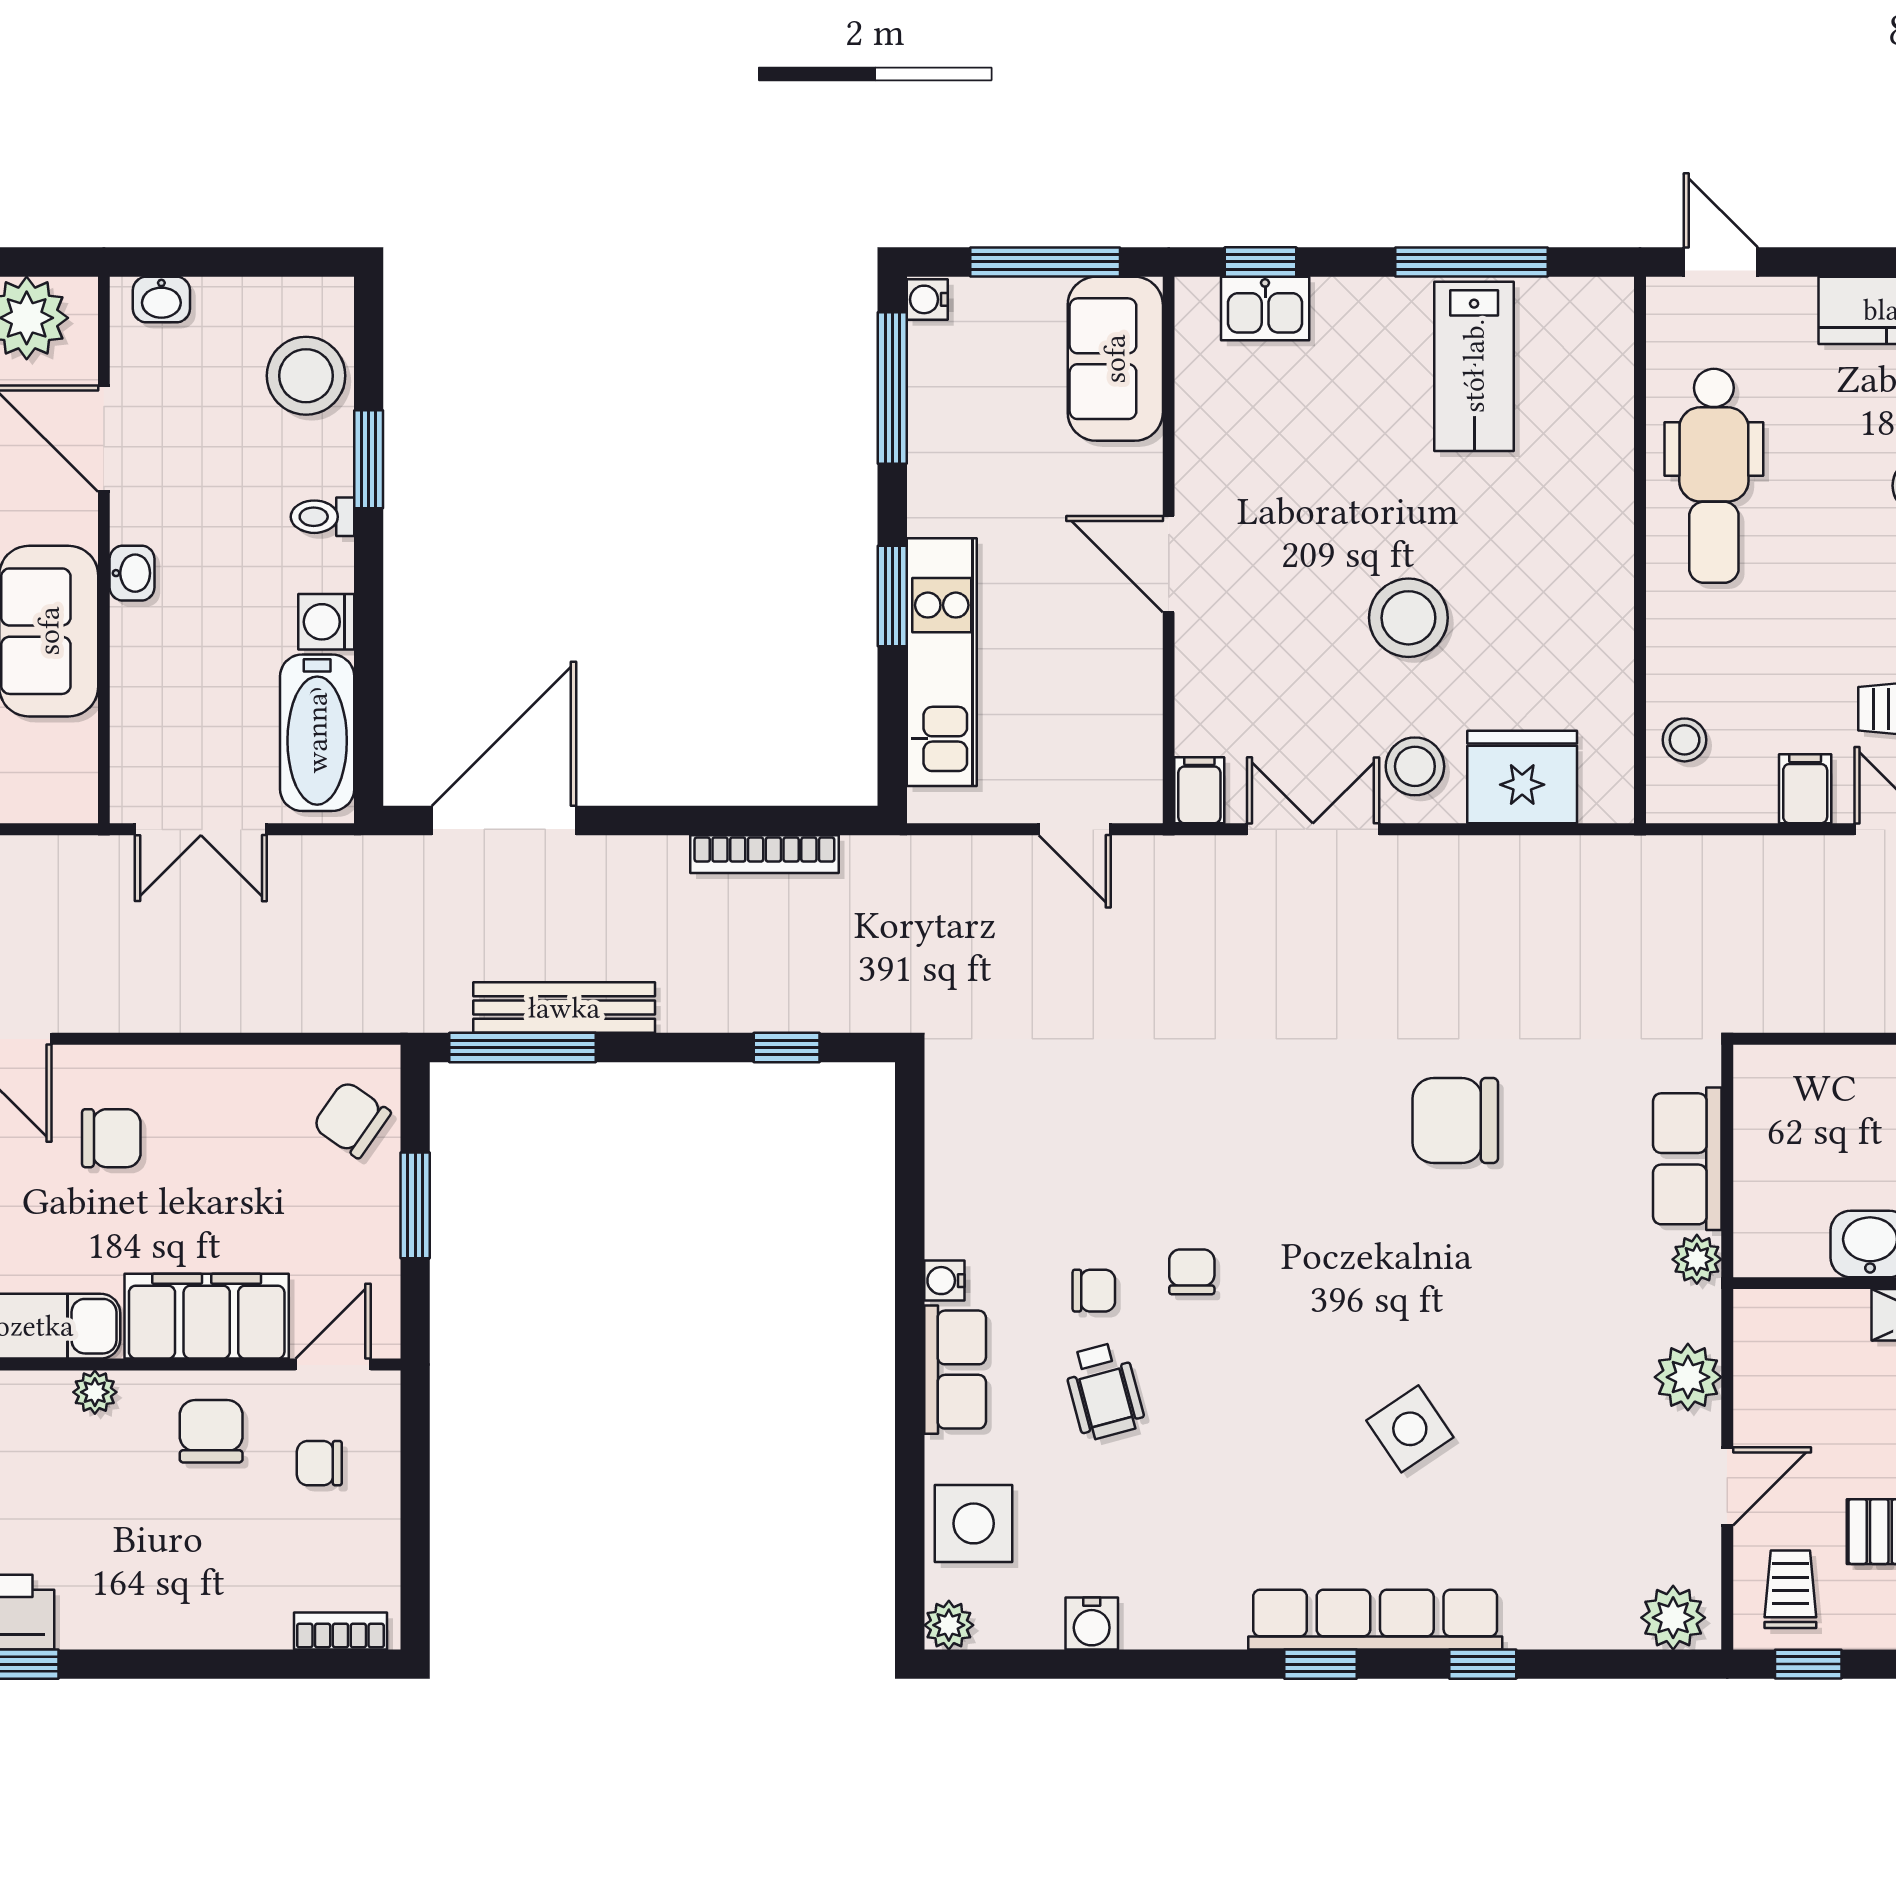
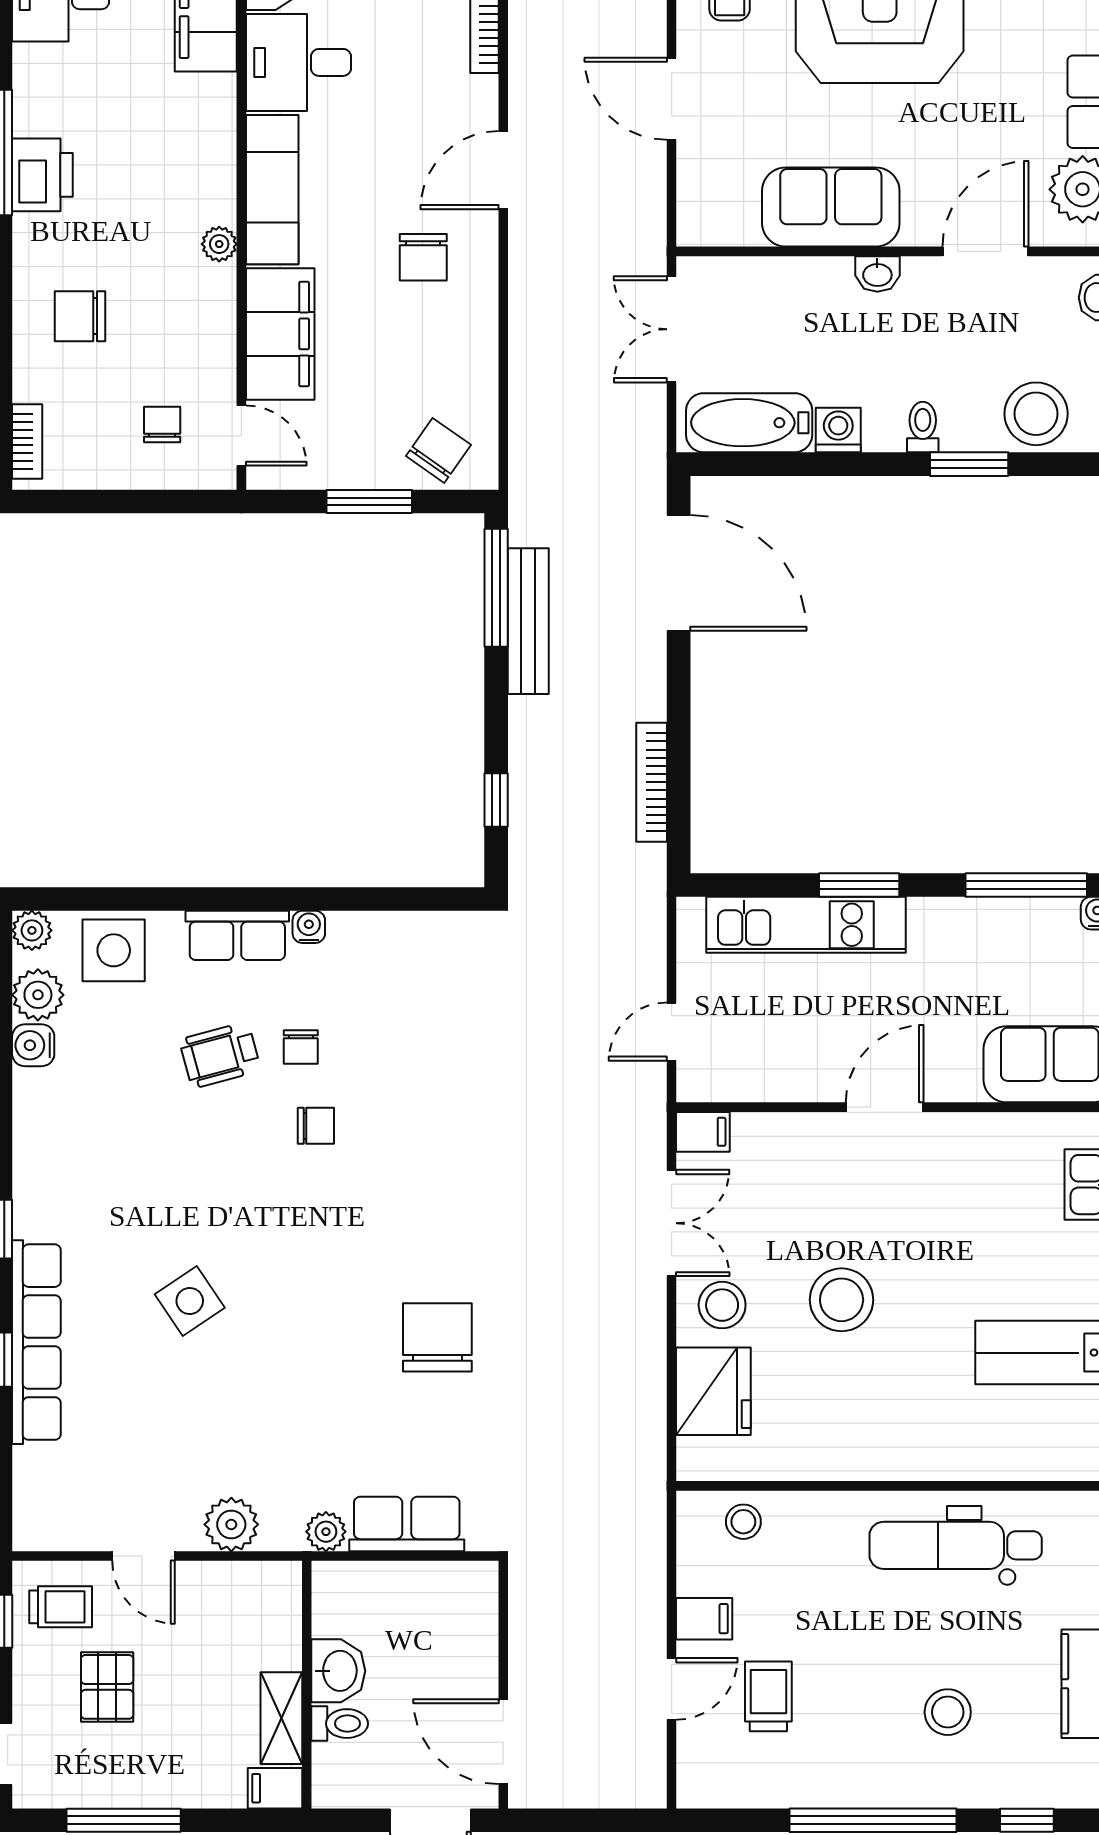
chair: (211, 1431) -> (80, 316), moved, turned 180
plant: (1673, 1618) -> (38, 995), moved
row of seats: (1375, 1620) -> (36, 1342), moved

